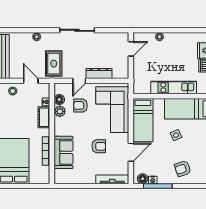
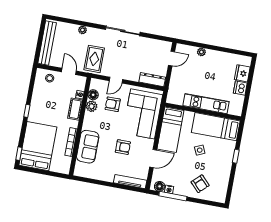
dresser: (99, 74) -> (152, 80), moved
armchair: (183, 169) -> (200, 184), turned -116

